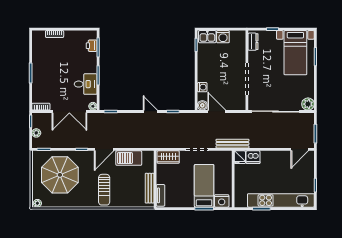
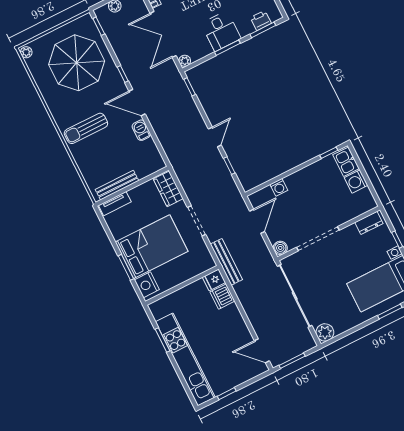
desk: (86, 84) -> (221, 31), moved
boiler: (202, 105) -> (280, 248), moved
barbecue: (129, 158) -> (141, 130), width x0.53, depth x0.65
bed: (204, 186) -> (152, 247), width x1.50

